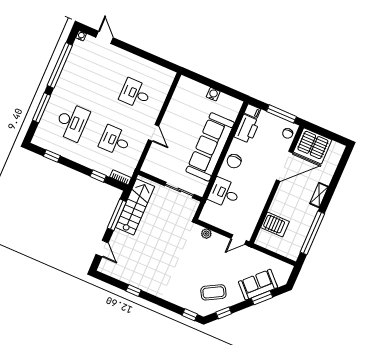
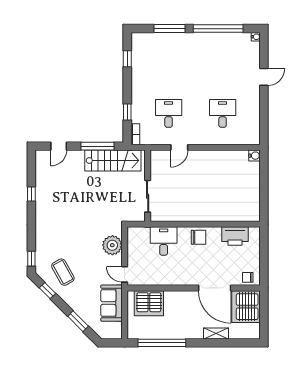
door: (105, 37) -> (264, 77), moved
water cooler: (213, 94) -> (254, 156), moved
filing cabinet: (252, 111) -> (255, 234), removed
window: (281, 114) -> (264, 263), removed
desk: (72, 122) -> (169, 64), removed
door: (153, 133) -> (179, 147), moved
sofa: (210, 147) -> (202, 208), removed
chair: (234, 161) -> (198, 237), turned 180
shelving: (319, 195) -> (216, 334), moved
server rack: (275, 224) -> (149, 303), width x1.60
plant: (206, 234) -> (112, 245), width x1.88, depth x1.88
sofa: (258, 285) -> (112, 303), moved, turned -135

